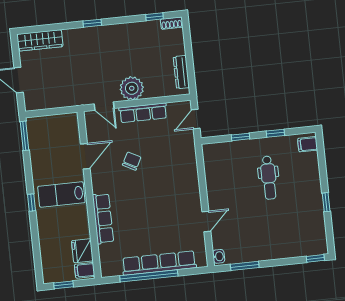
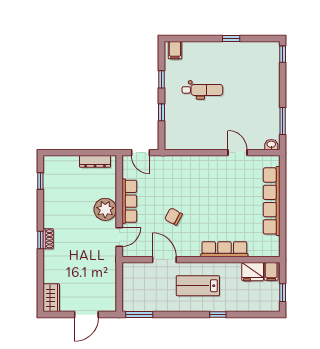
shoe rack: (172, 23) -> (48, 239), moved
wardrobe: (40, 40) -> (51, 298), width x0.67
lab bench: (61, 195) -> (198, 286), turned 90
window: (32, 203) -> (218, 315), moved
window: (149, 276) -> (283, 212), removed

